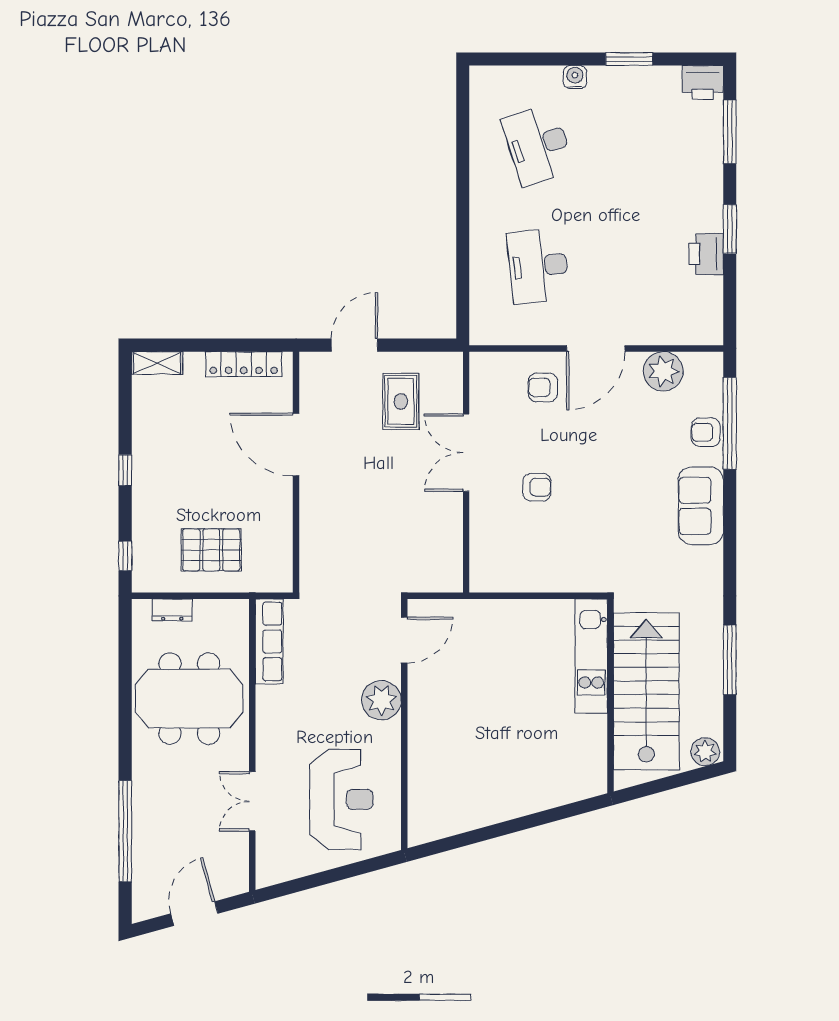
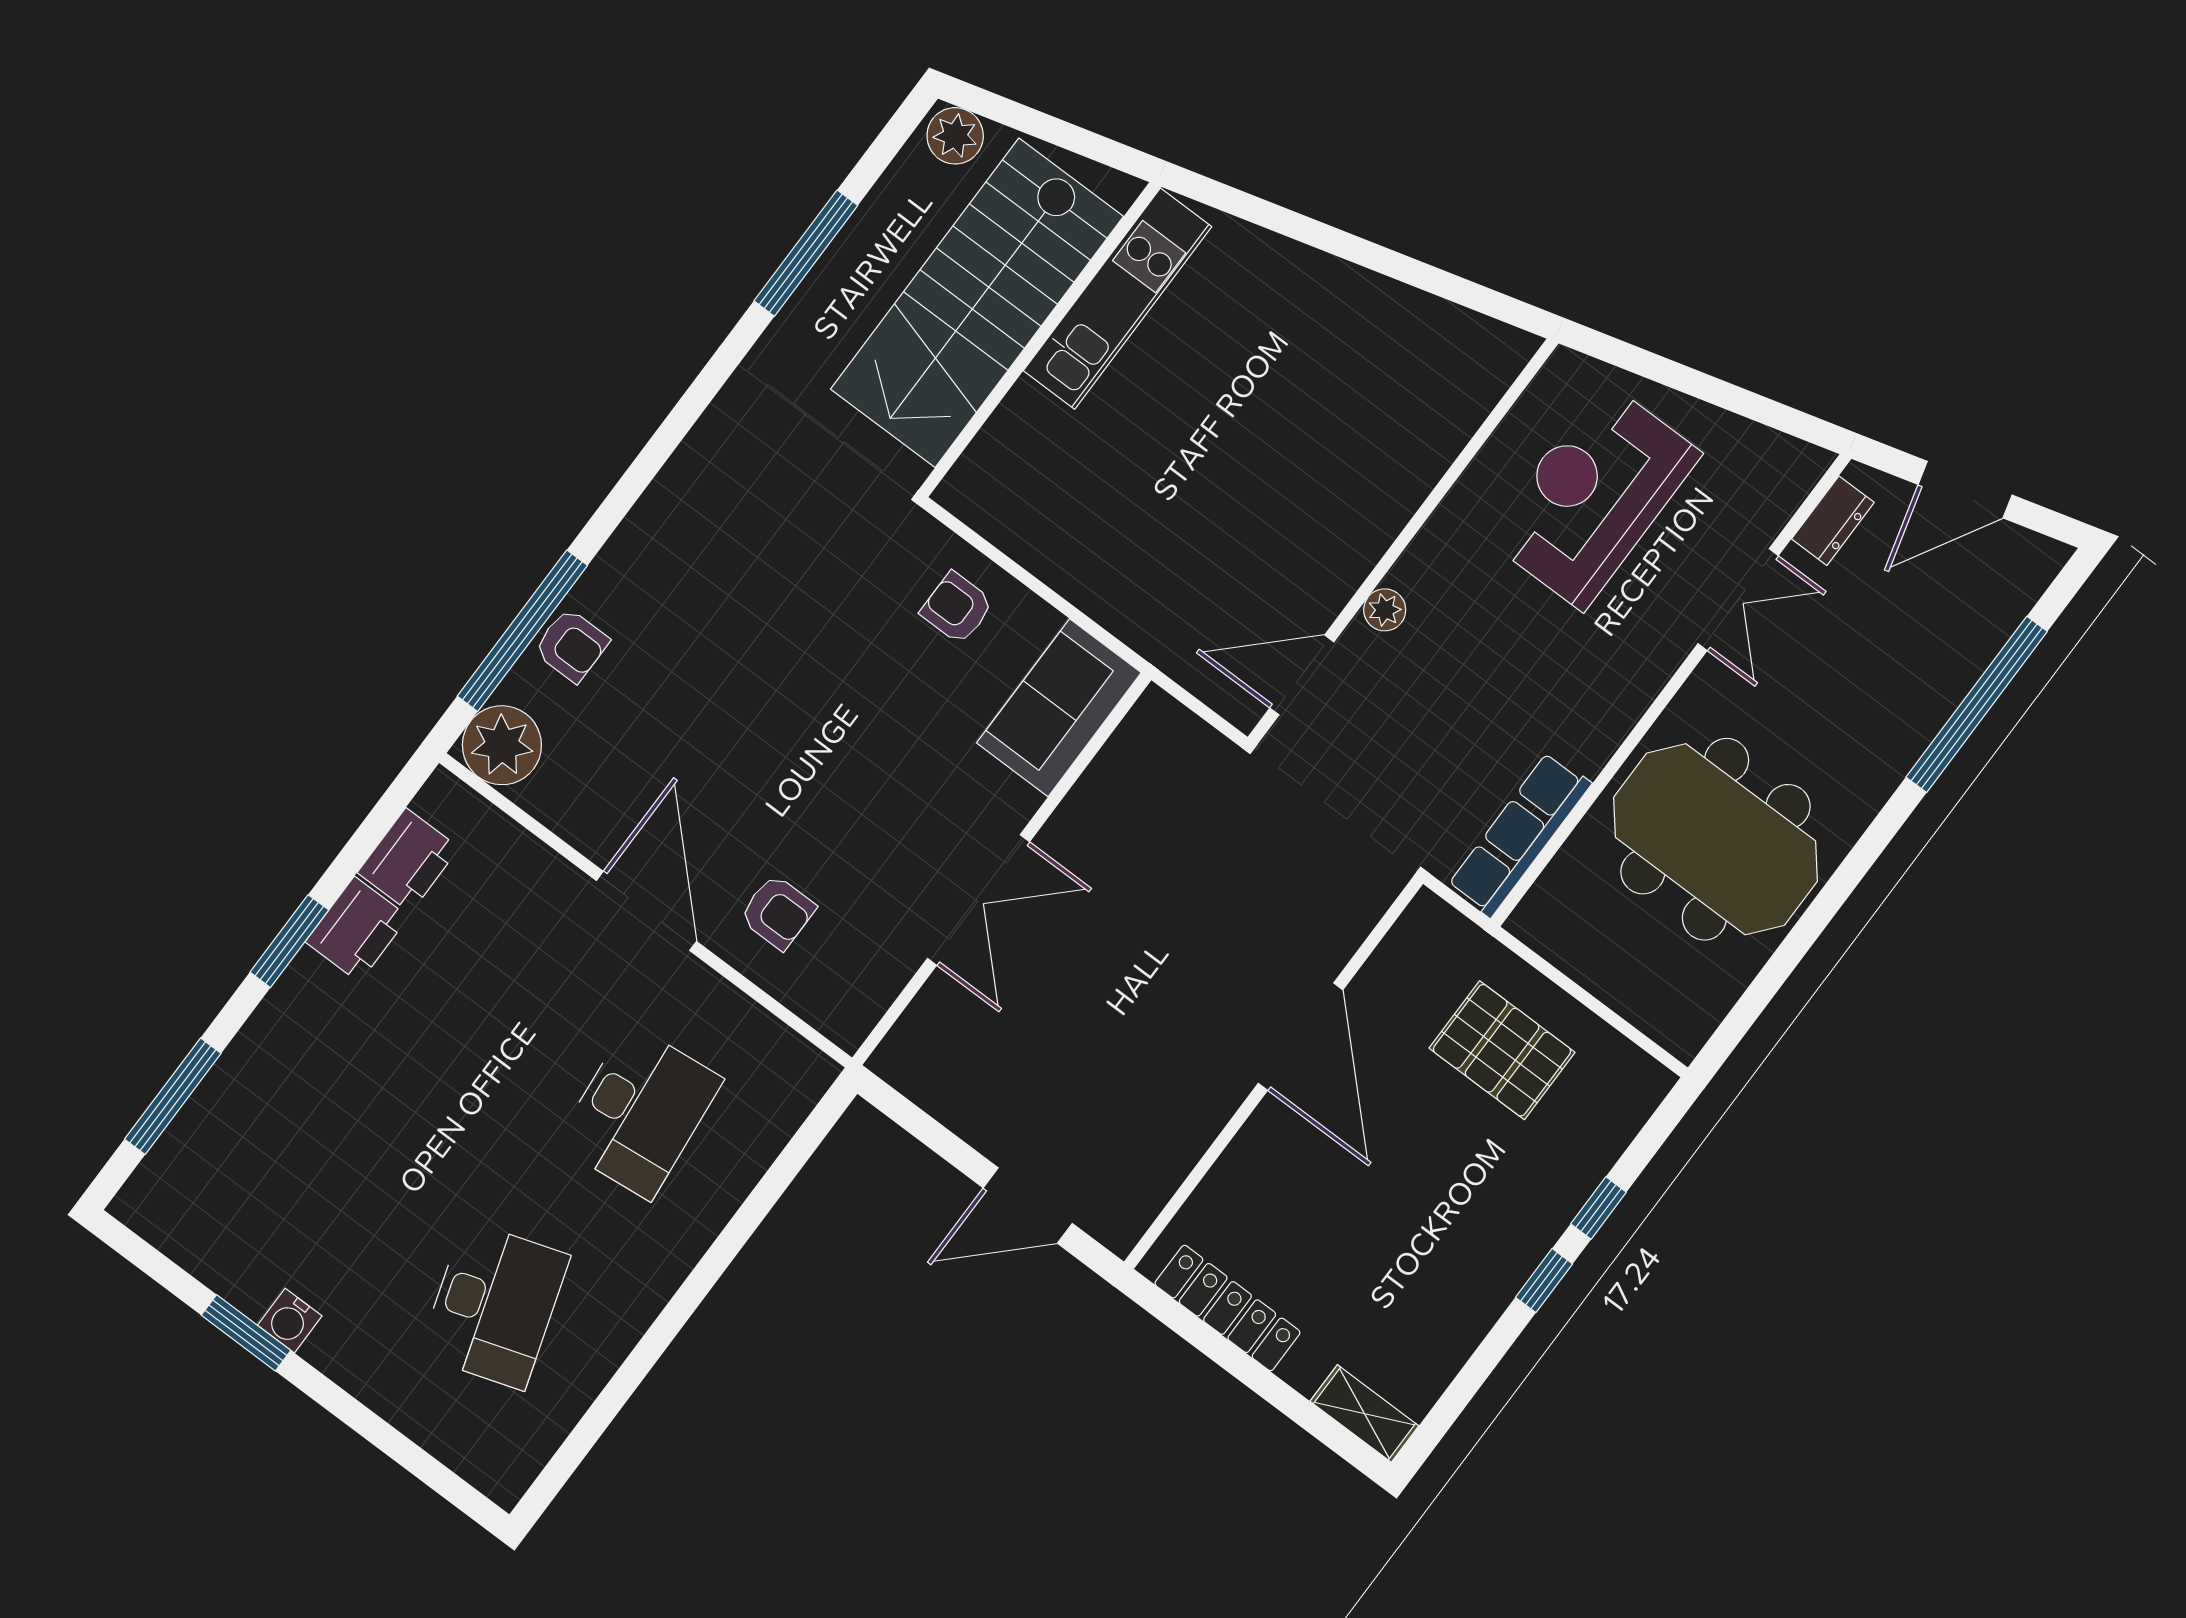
water cooler: (575, 77) -> (290, 1321), moved
printer: (703, 82) -> (408, 860), moved, turned 90
door: (596, 348) -> (646, 911), hinge flipped
plant: (663, 371) -> (502, 745), moved
rug: (401, 401) -> (1021, 1060), removed
door: (296, 445) -> (1301, 1037), moved
armchair: (537, 487) -> (957, 608), moved
sofa: (701, 506) -> (1059, 708), moved, turned 180
window: (125, 556) -> (1599, 1208), moved
dresser: (172, 610) -> (1833, 521), moved, turned 90
kitchen unit: (591, 656) -> (1118, 299), moved
plant: (381, 700) -> (1385, 610), width x0.53, depth x0.53

